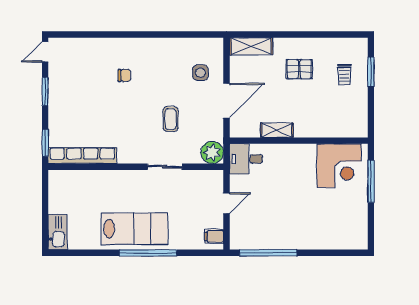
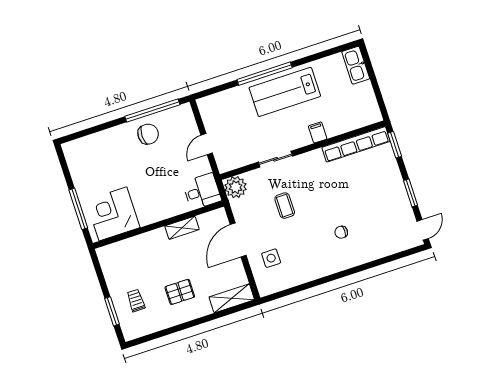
chair: (280, 231) -> (148, 134), added
filing cabinet: (214, 236) -> (318, 132), moved, turned -90

